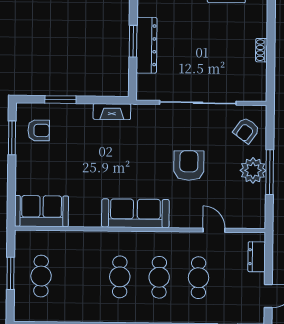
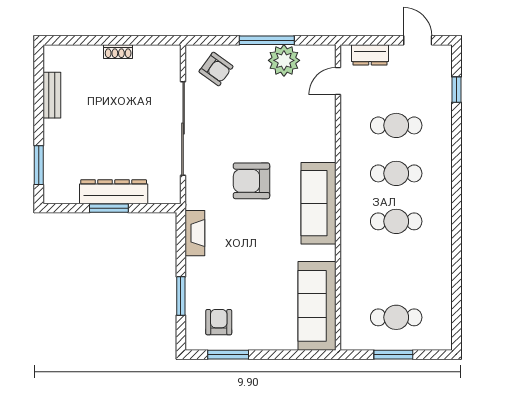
armchair: (189, 165) -> (251, 181), moved
plant: (253, 170) -> (284, 60), moved
sofa: (42, 211) -> (317, 306), width x1.36
door: (214, 230) -> (338, 81), moved

